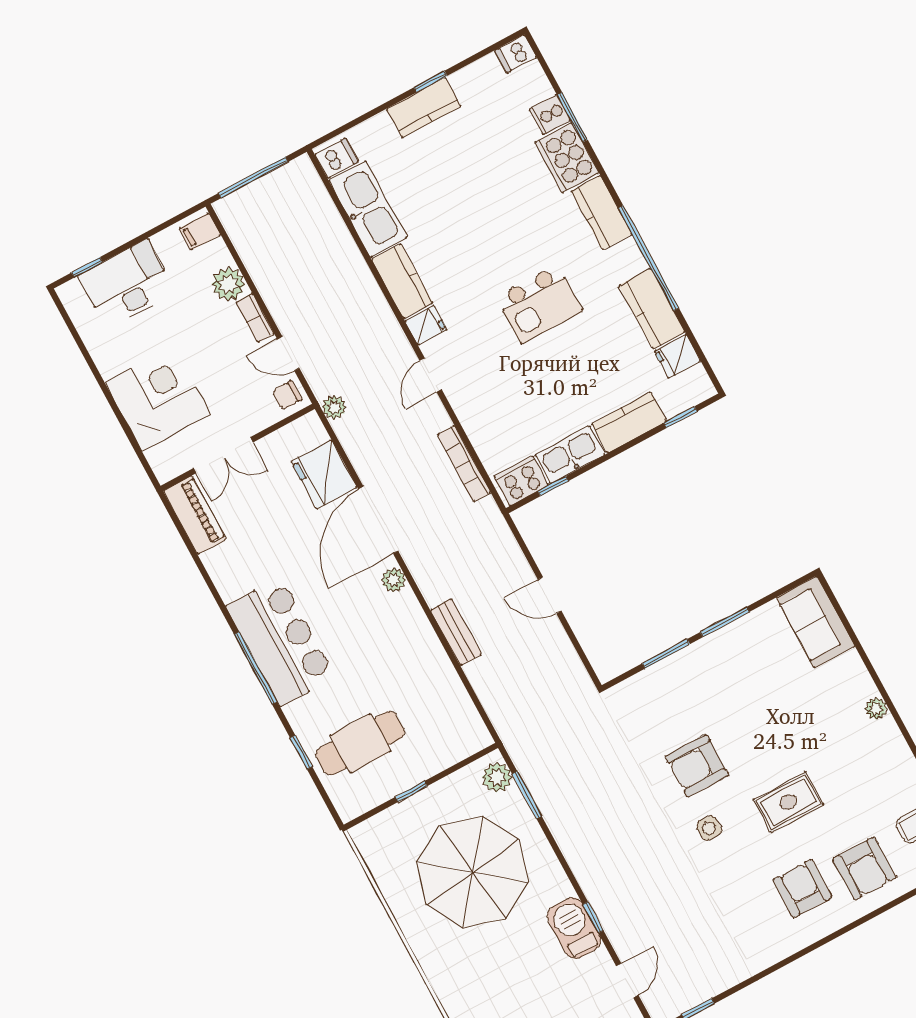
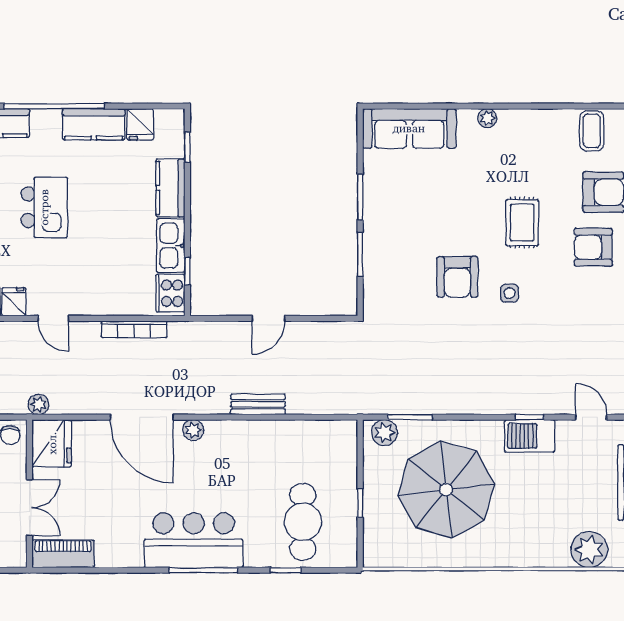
fridge: (324, 474) -> (52, 443), moved, turned -90
sofa: (816, 622) -> (409, 128), width x1.36

